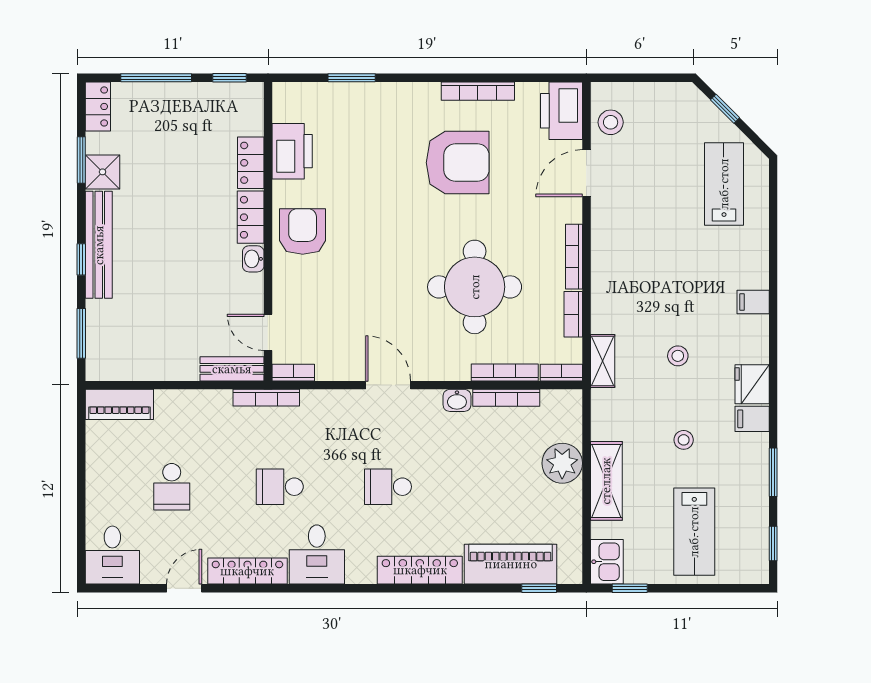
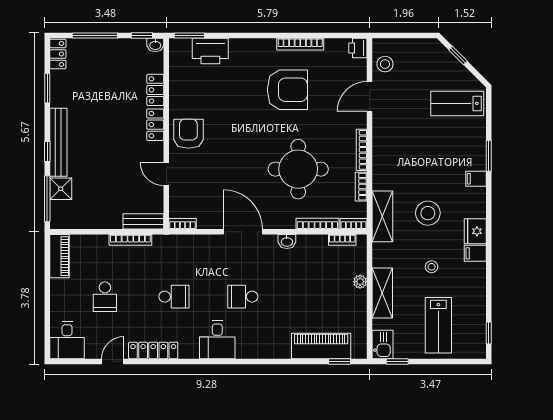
window: (352, 78) -> (189, 36), moved
printer: (562, 111) -> (358, 48), width x0.53, depth x0.68
printer: (292, 151) -> (210, 51), moved, turned 90
shower: (103, 172) -> (61, 189), moved
lab bench: (724, 184) -> (457, 103), turned -90
washbasin: (253, 259) -> (155, 45), moved, turned -90
door: (268, 332) -> (166, 174), moved
window: (81, 333) -> (47, 199), width x1.44
stool: (678, 356) -> (428, 213), width x1.89, depth x1.89
shelving: (603, 361) -> (382, 216), width x1.50, depth x1.33
door: (388, 385) -> (243, 232), width x1.36
bookcase: (266, 398) -> (130, 240), moved
bookcase: (506, 398) -> (342, 240), moved, width x0.64
piano: (119, 404) -> (60, 256), moved, turned -90
plant: (562, 463) -> (360, 282), width x0.53, depth x0.53
window: (773, 472) -> (489, 156), moved
school desk: (280, 487) -> (174, 297), turned 180
desk: (317, 554) -> (217, 340), moved
locker: (420, 570) -> (263, 350), removed

